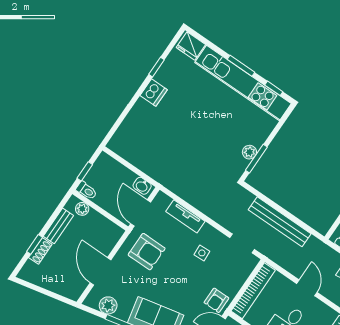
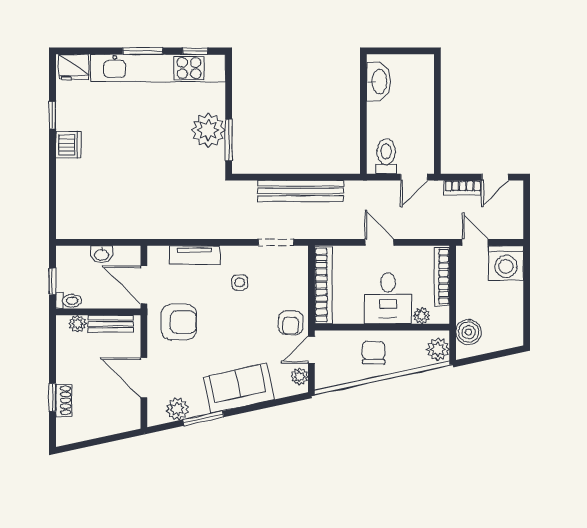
plant: (249, 152) -> (208, 130), width x1.87, depth x1.87
washbasin: (142, 186) -> (102, 254), moved
bench: (58, 226) -> (111, 324), moved, turned 90

